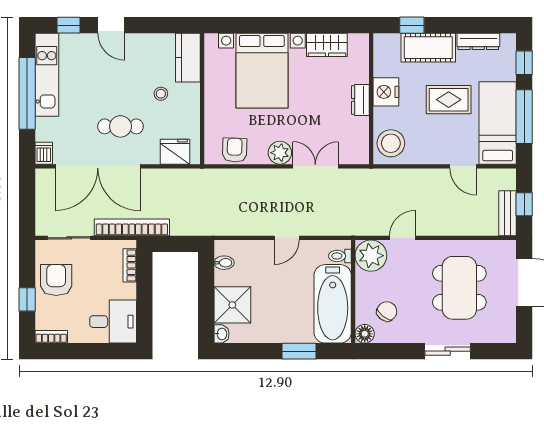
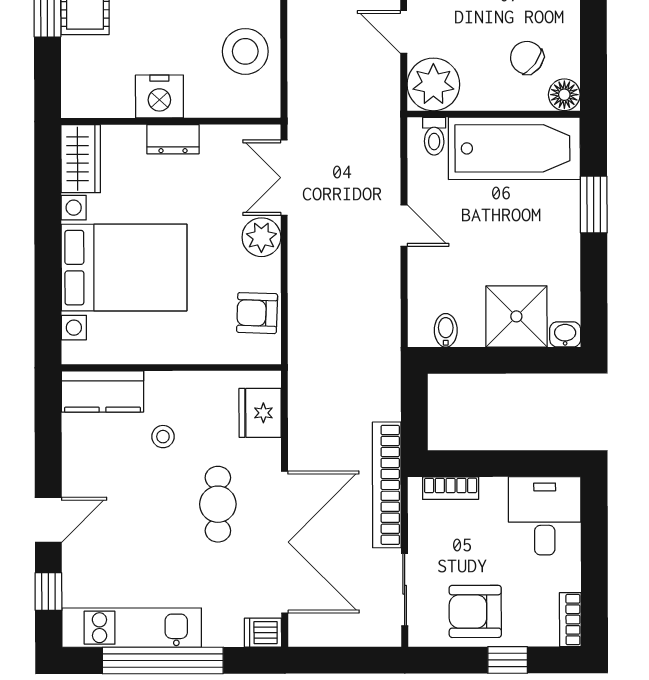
nightstand: (386, 92) -> (159, 96), moved
wall: (371, 99) -> (171, 121), moved
dresser: (360, 100) -> (173, 139), moved

